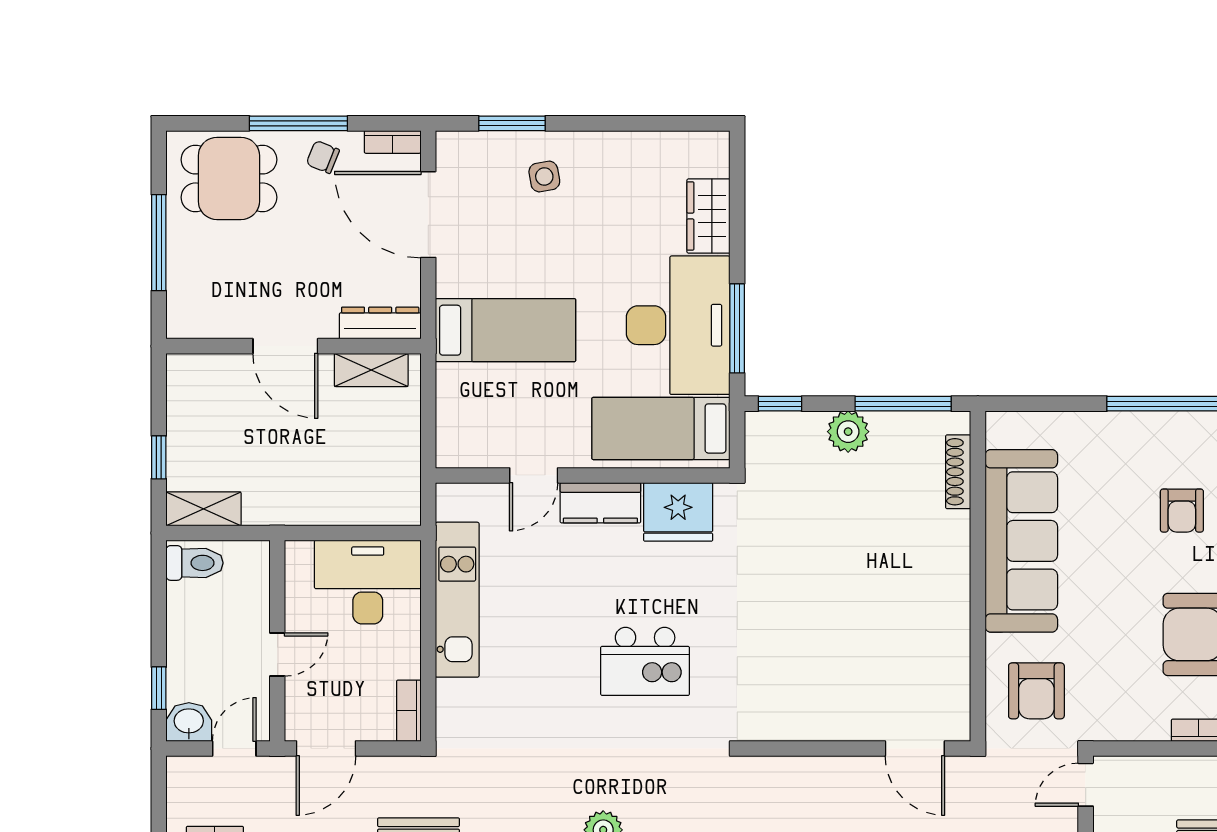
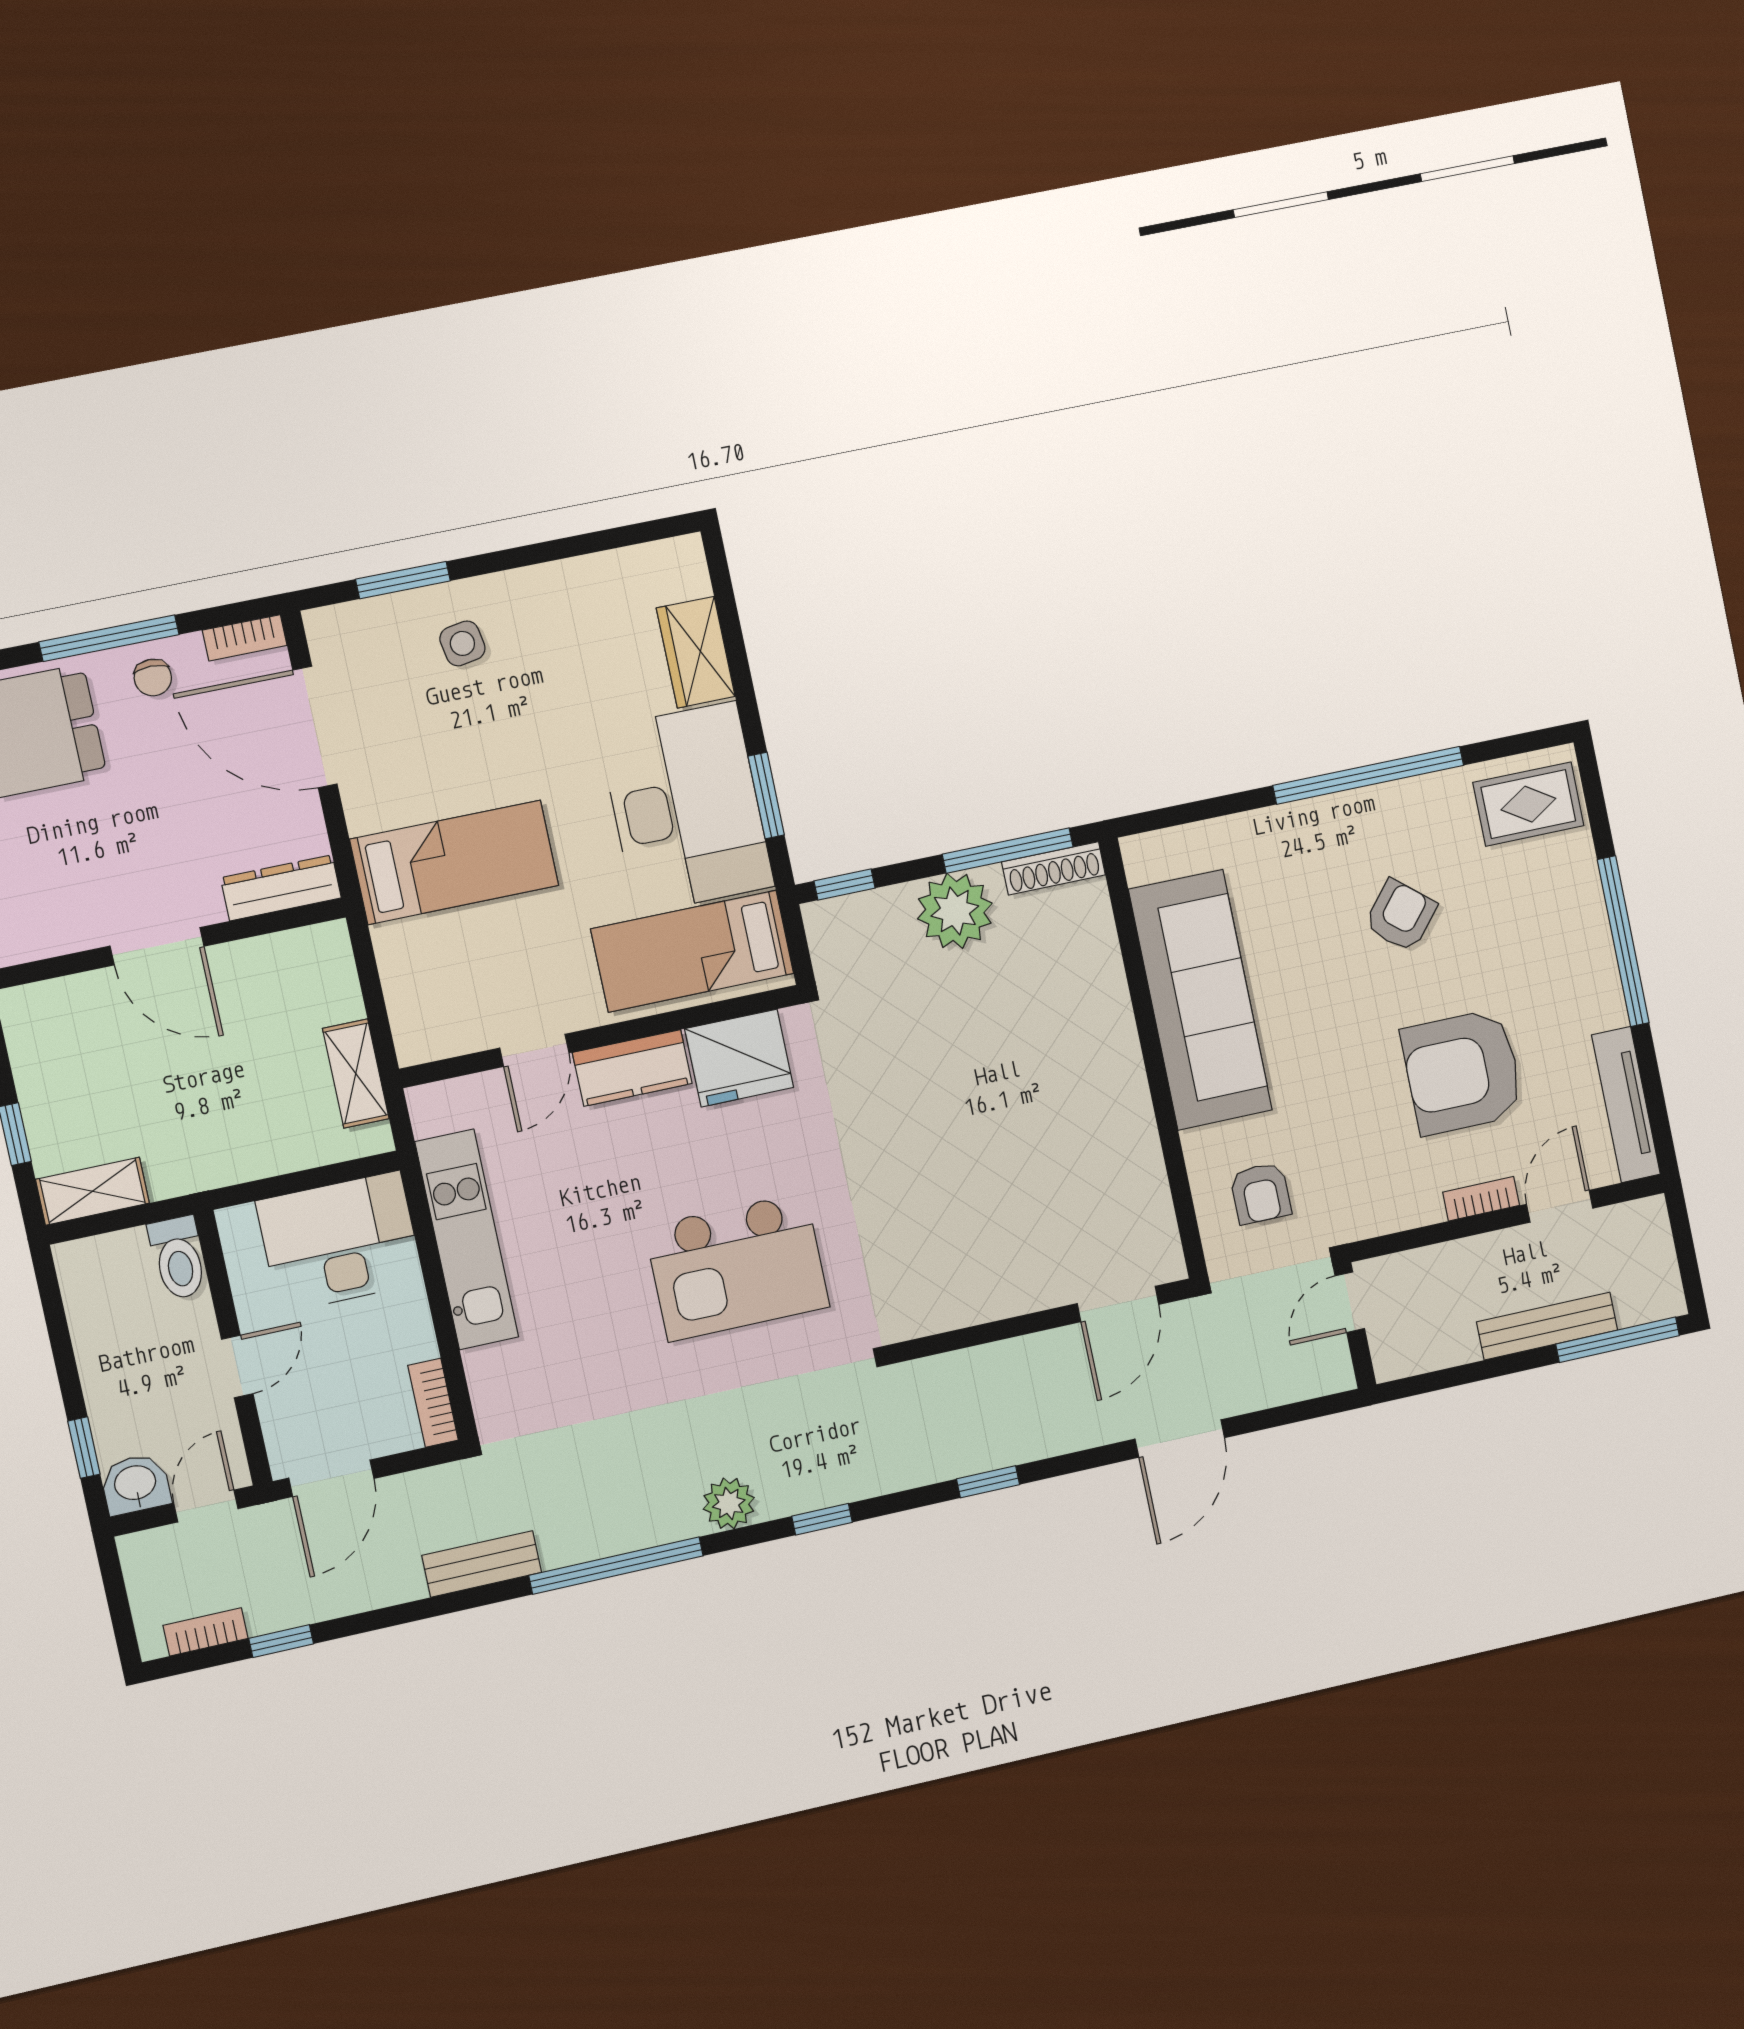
chair: (323, 157) -> (153, 678), turned -112
window: (737, 328) -> (766, 795), width x0.69
shelving: (371, 370) -> (356, 1074), moved, turned 90
plant: (848, 432) -> (955, 911), width x1.36, depth x1.36
shoe rack: (958, 472) -> (1054, 868), moved, turned -90
armchair: (1182, 511) -> (1401, 915), turned -140
toilet: (194, 563) -> (178, 1258), moved, turned 90
kitchen island: (645, 661) -> (737, 1267), width x1.37, depth x1.28
armchair: (1036, 691) -> (1261, 1193), width x0.72, depth x0.72
door: (915, 749) -> (1118, 1304), hinge flipped

